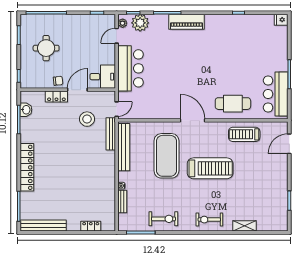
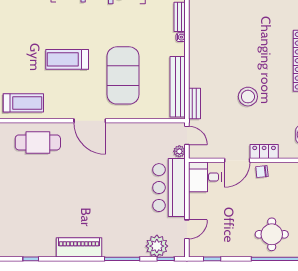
piano: (187, 22) -> (79, 247), moved
plant: (123, 23) -> (179, 151), moved
round table: (46, 48) -> (272, 234), moved
door: (117, 109) -> (187, 135), swing flipped
stool: (87, 119) -> (248, 97), moved
bench: (111, 134) -> (194, 104), width x0.73
treadmill: (210, 168) -> (67, 59), width x0.73, depth x0.73

